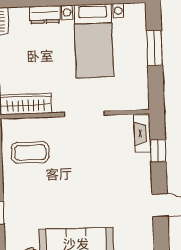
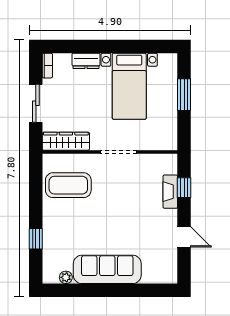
fireplace: (142, 134) -> (170, 192), moved
coffee table: (30, 152) -> (68, 185), width x1.36, depth x1.32

